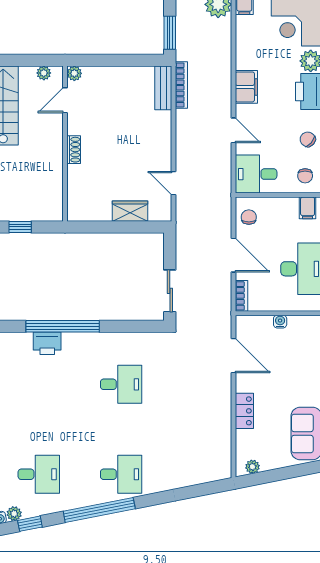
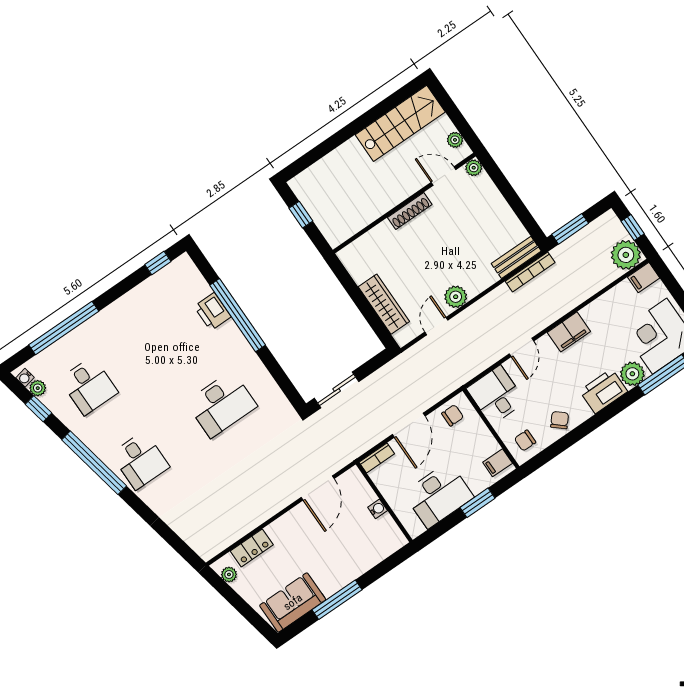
shoe rack: (74, 150) -> (410, 211), width x1.43
plant: (162, 154) -> (456, 297), added
wardrobe: (130, 211) -> (384, 304), width x1.50
desk: (121, 384) -> (222, 404), width x1.37
locker: (244, 411) -> (252, 548), moved

